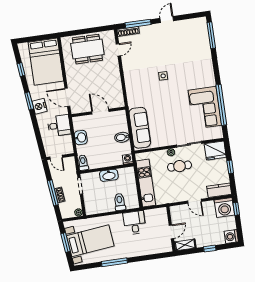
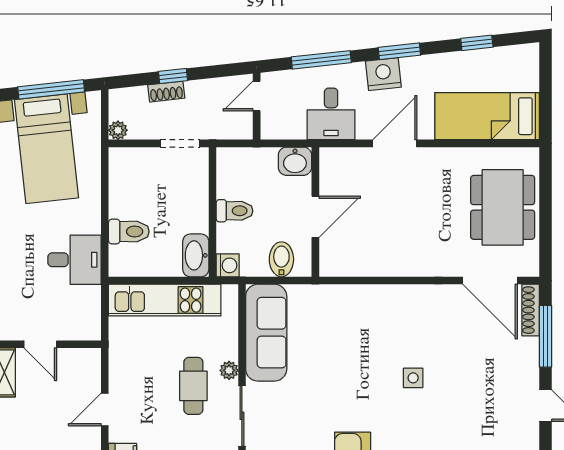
door: (118, 50) -> (490, 281), width x1.88
bed: (46, 62) -> (487, 116), width x0.67
wall: (98, 112) -> (315, 212), moved
door: (100, 112) -> (315, 217), moved
sofa: (140, 128) -> (266, 333), moved, turned -90
window: (37, 133) -> (321, 60), added
toilet: (83, 163) -> (235, 211), moved
washbasin: (109, 175) -> (196, 255), moved
window: (53, 193) -> (173, 76), width x0.46
window: (66, 242) -> (51, 89), width x1.44

